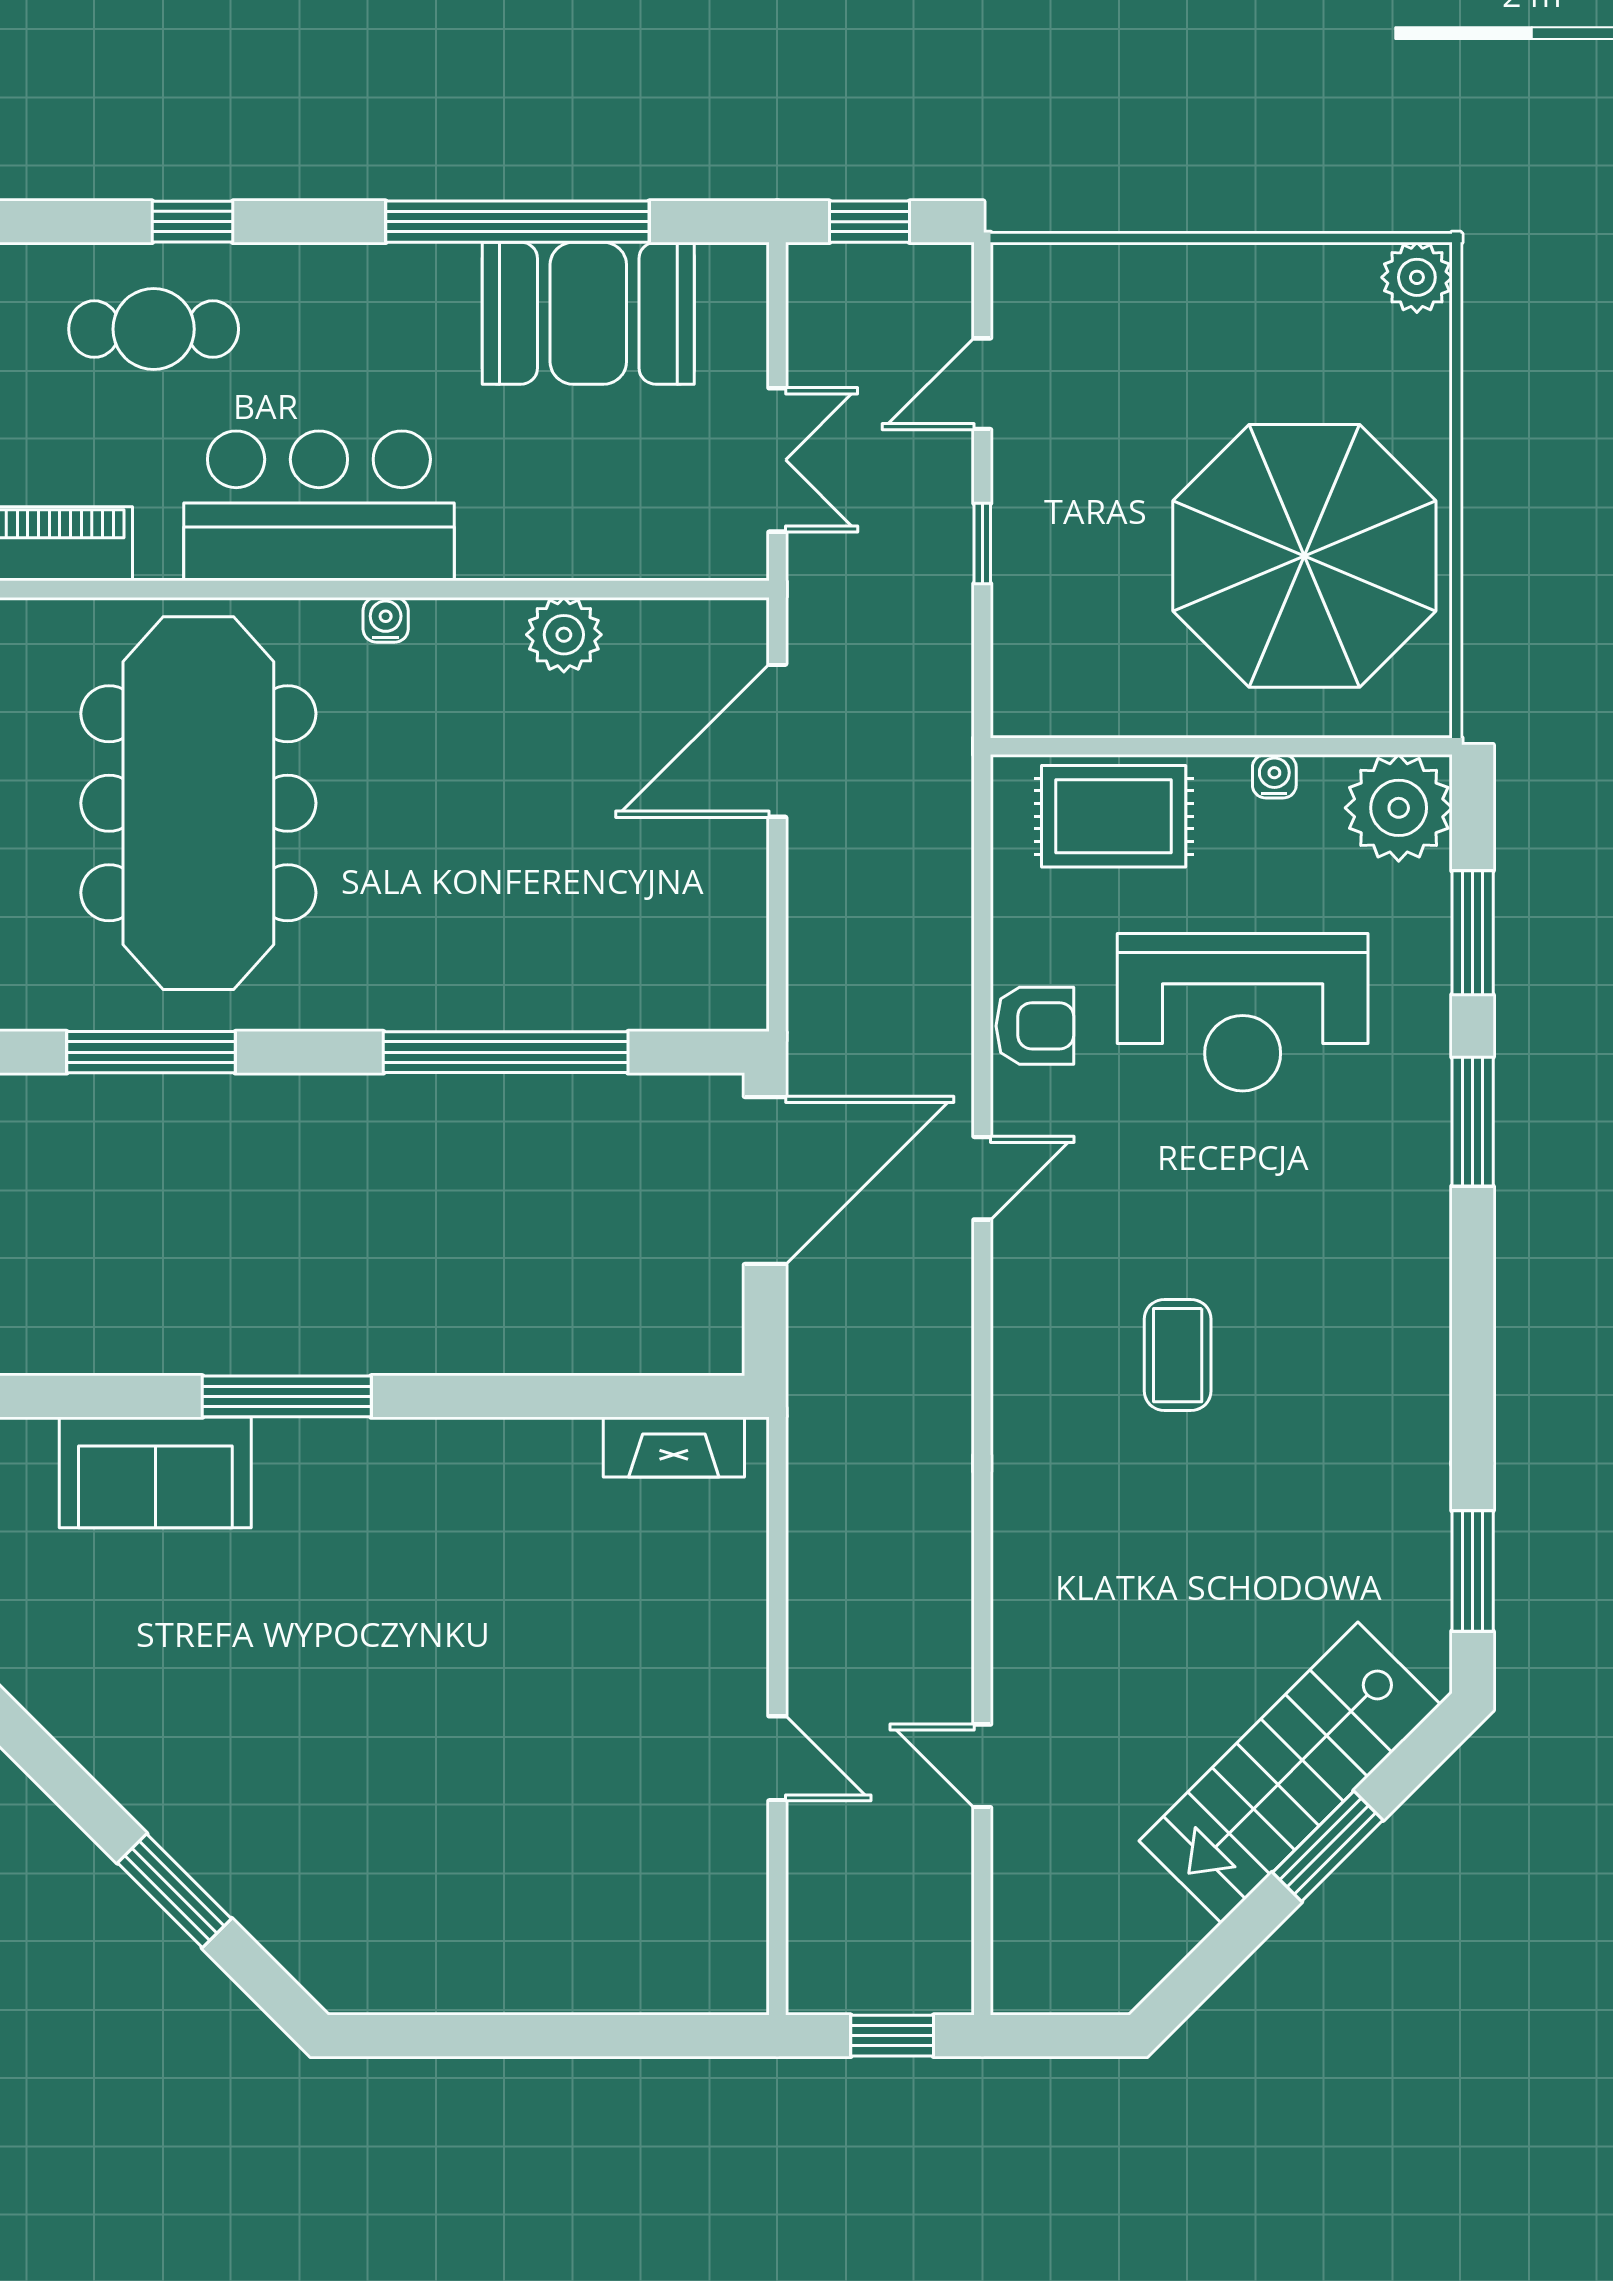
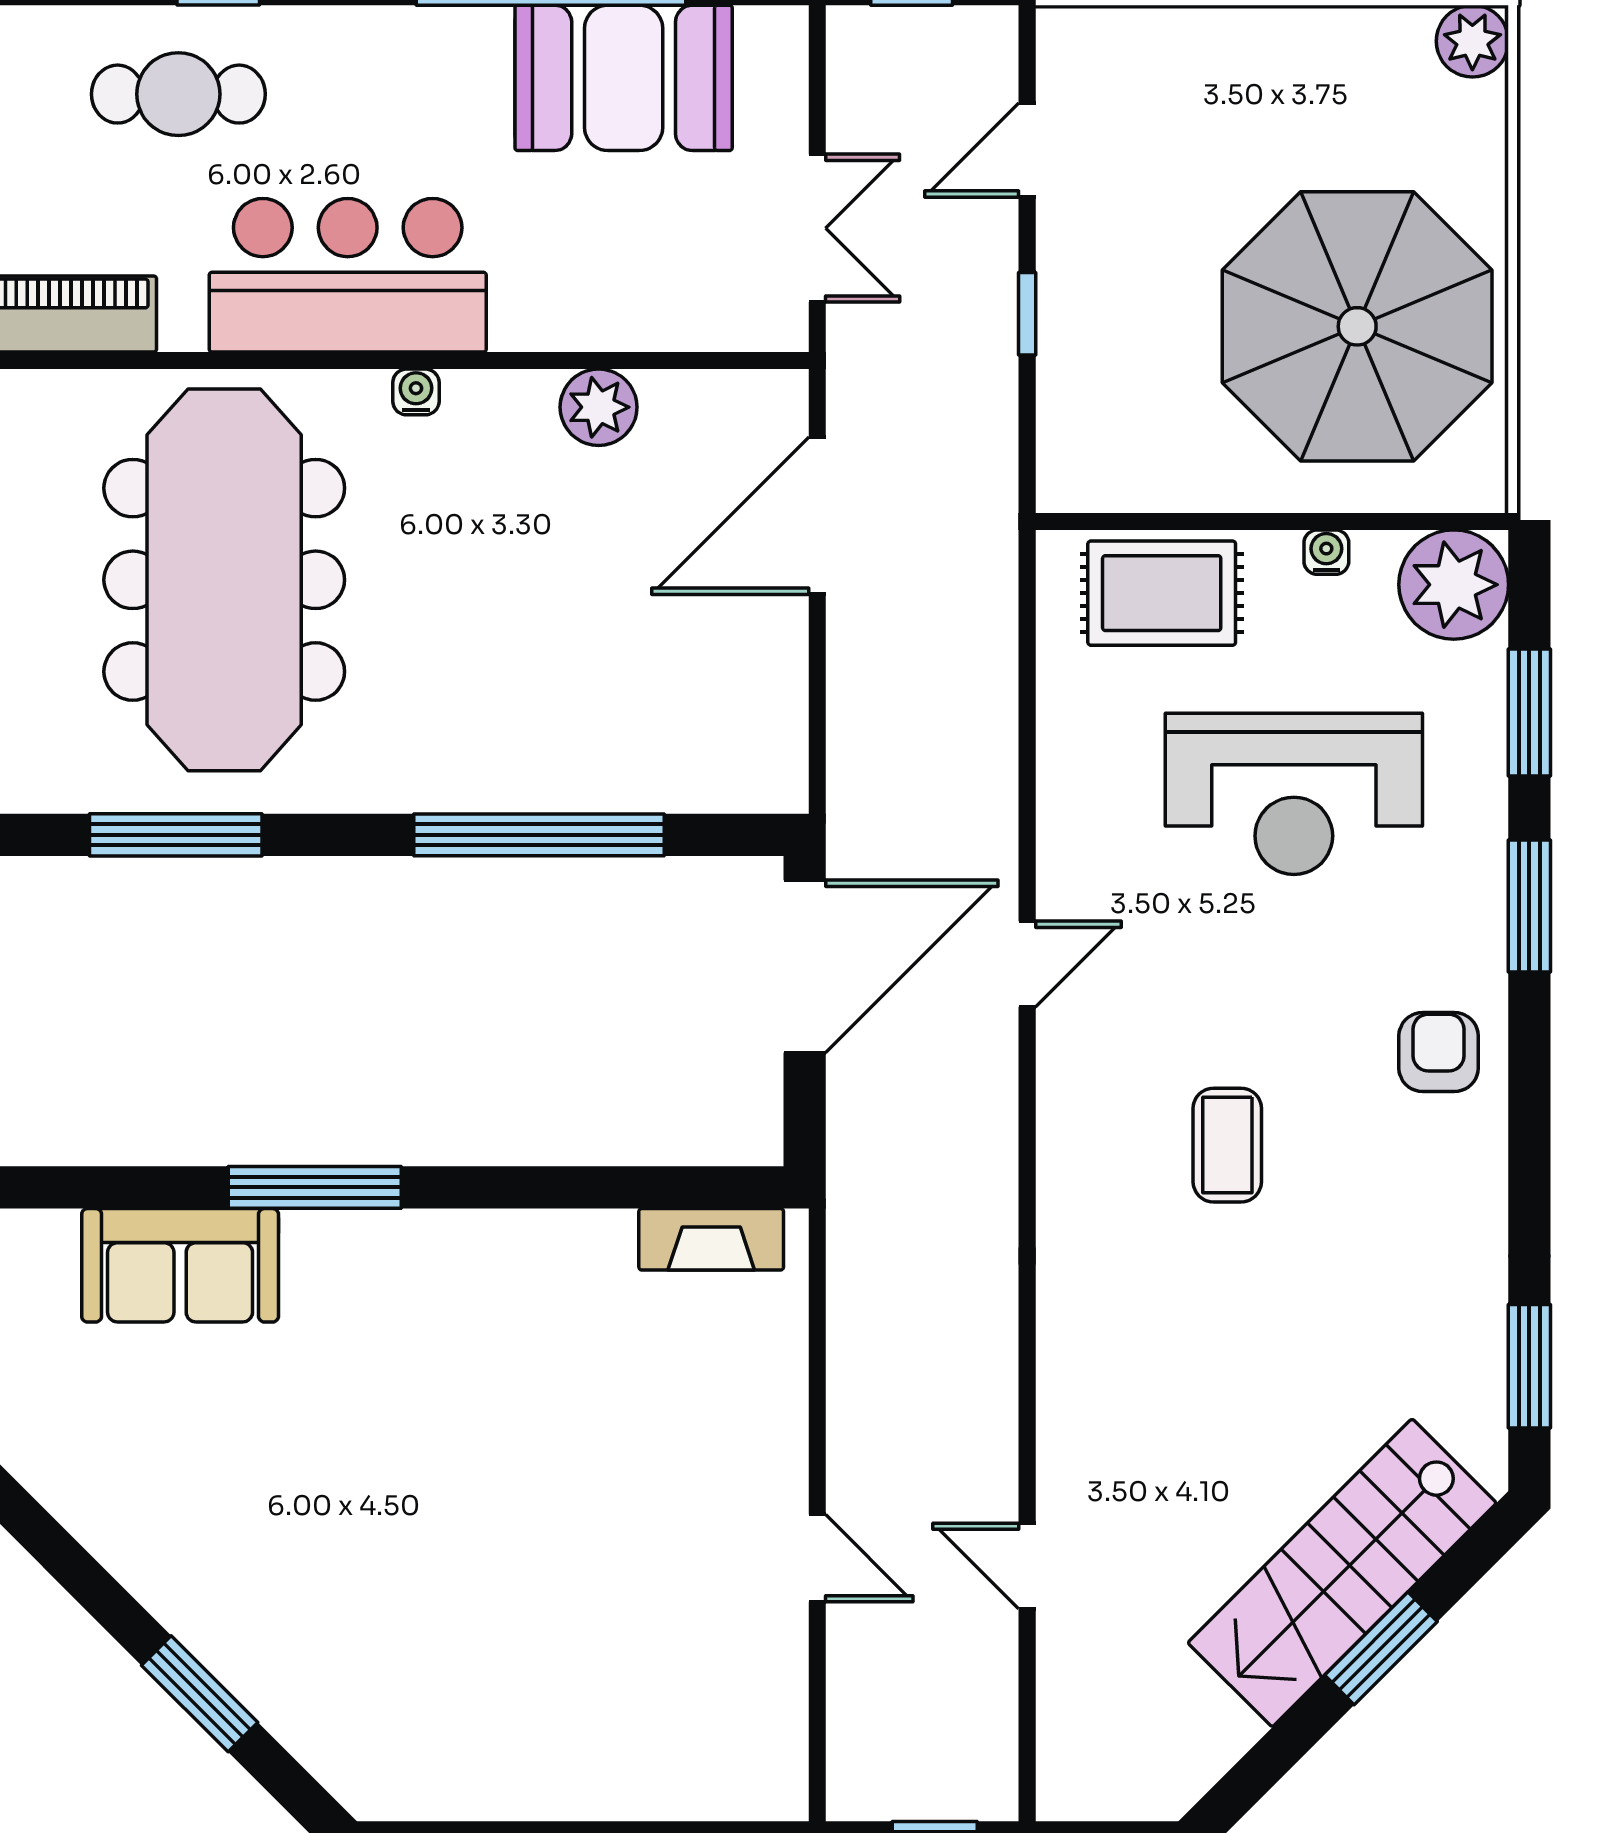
armchair: (1035, 1026) -> (1439, 1052), moved, turned -90

